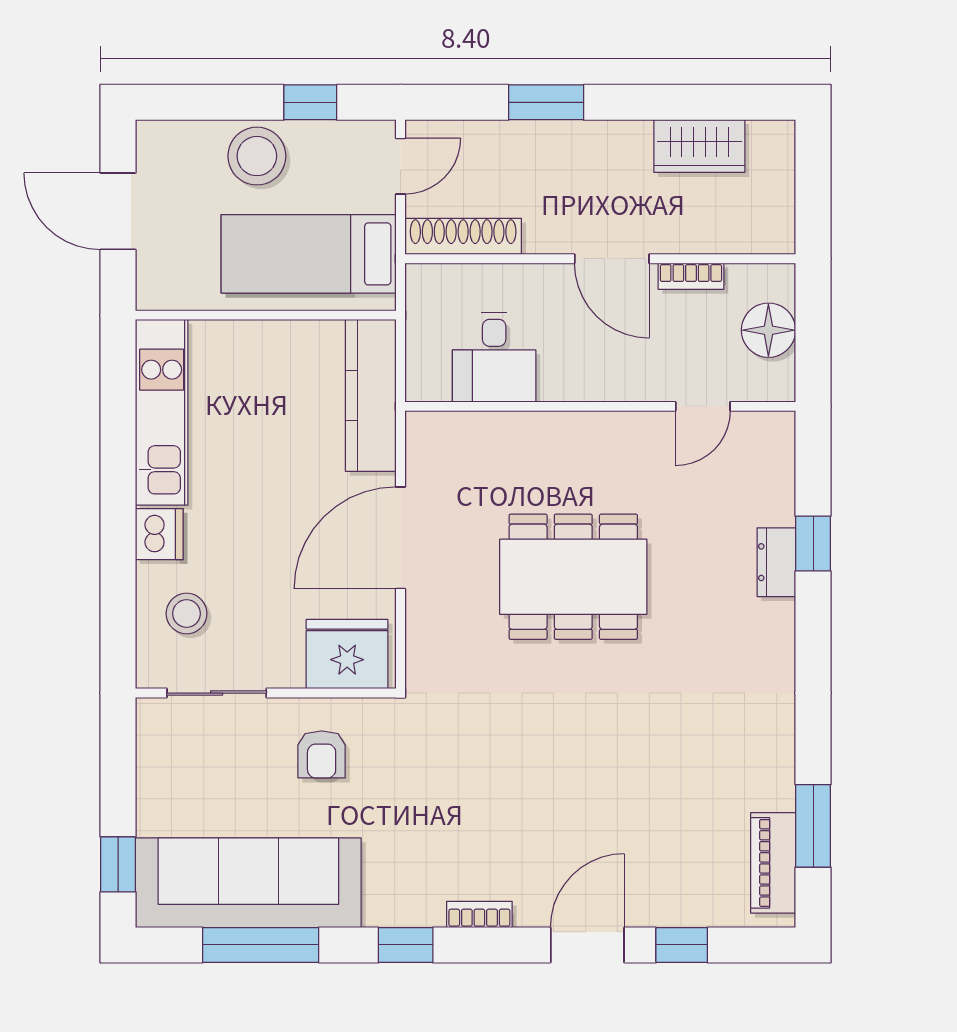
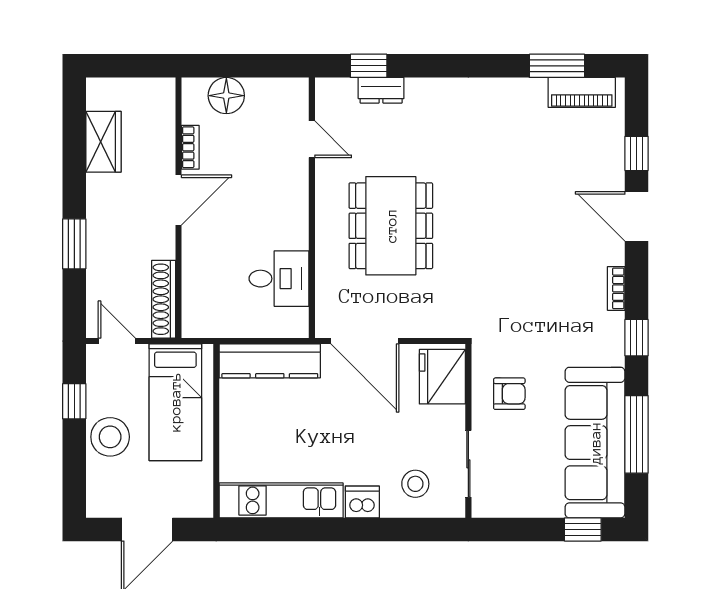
desk: (494, 357) -> (279, 279), moved
wall: (600, 406) -> (312, 208), moved
door: (703, 406) -> (312, 139), moved

